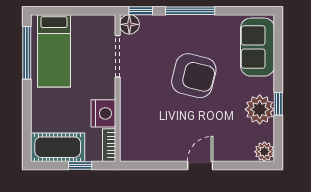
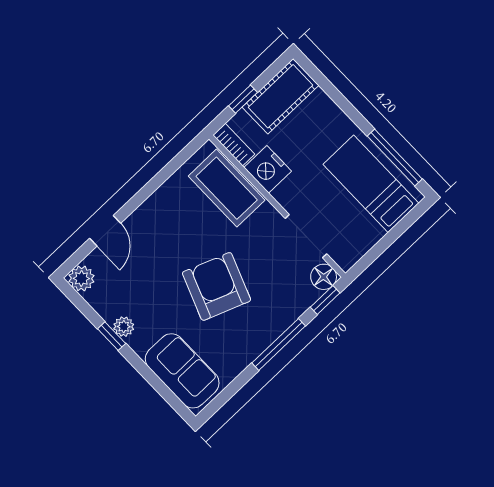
armchair: (194, 76) -> (216, 286), turned 97
plant: (260, 109) -> (124, 327), width x0.53, depth x0.53
coffee table: (136, 125) -> (227, 188), added
door: (200, 165) -> (105, 231), moved

